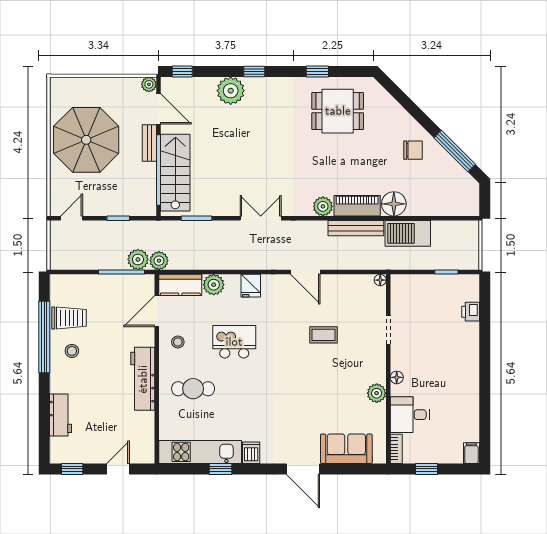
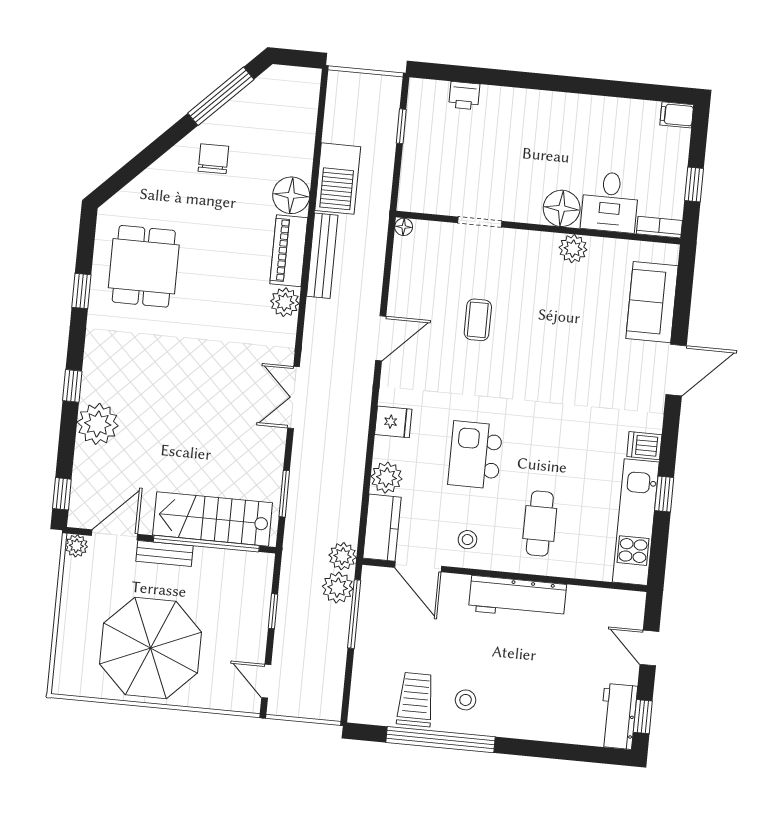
floor lamp: (397, 377) -> (562, 208), width x1.89, depth x1.89
workbench: (60, 415) -> (618, 716), moved, turned -90

